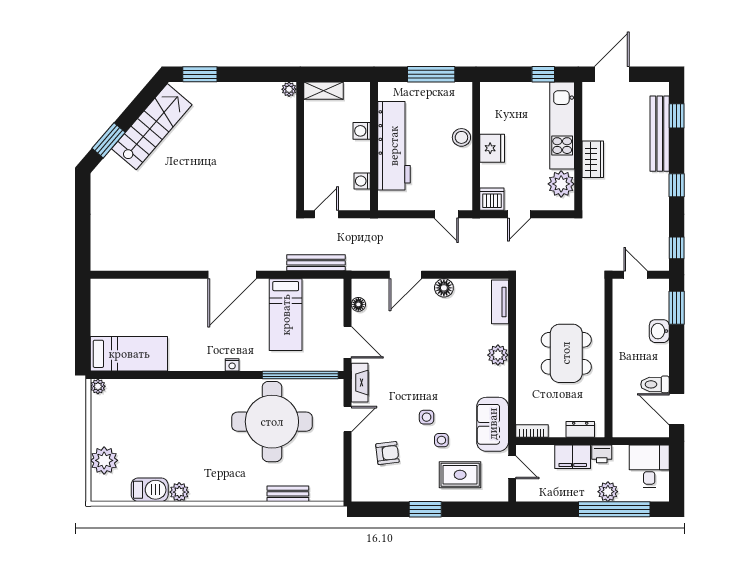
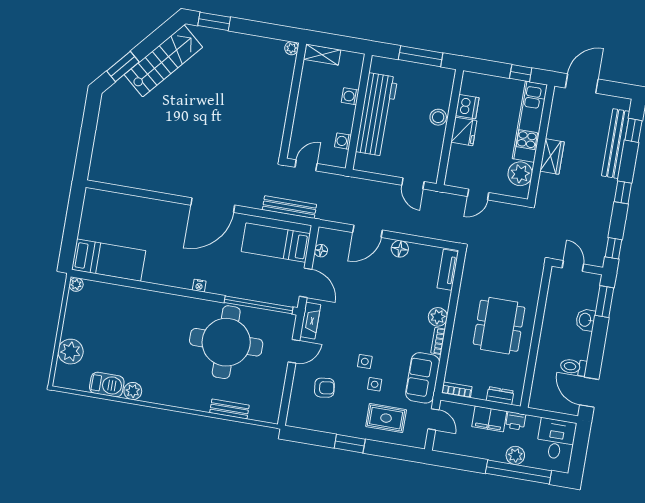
dishwasher: (492, 199) -> (467, 107), moved, turned 90
bed: (286, 315) -> (276, 243), moved, turned 90
bookcase: (503, 381) -> (438, 341), added

